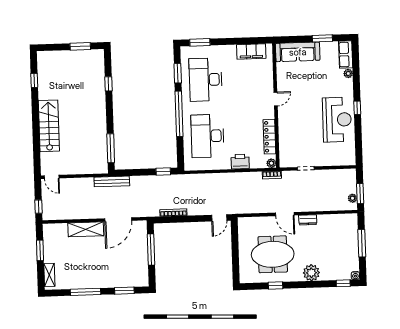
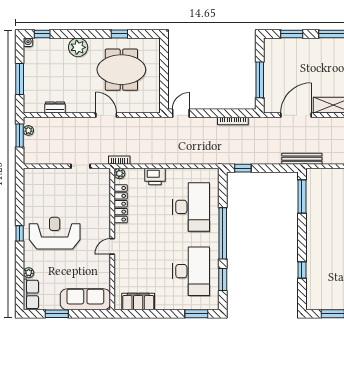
reception desk: (337, 120) -> (55, 233), moved, turned 90
dresser: (308, 220) -> (55, 108), moved

